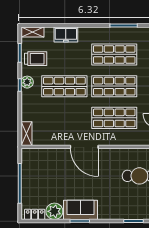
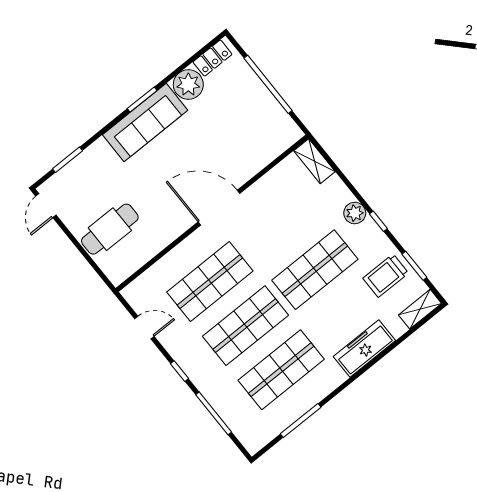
freezer: (66, 34) -> (364, 349), width x1.40
plant: (27, 82) -> (355, 213), moved
sofa: (80, 210) -> (145, 122), width x1.36

